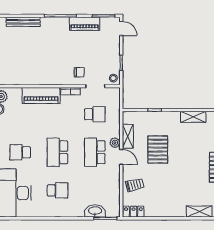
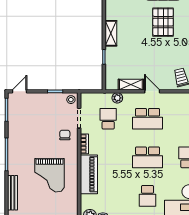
piano: (85, 24) -> (15, 129), removed
grand piano: (40, 57) -> (49, 175), added
shelving: (193, 117) -> (111, 33), moved
plant: (115, 143) -> (117, 98), moved
pallet: (158, 150) -> (163, 22), moved, turned 90
door: (121, 157) -> (152, 91), hinge flipped

